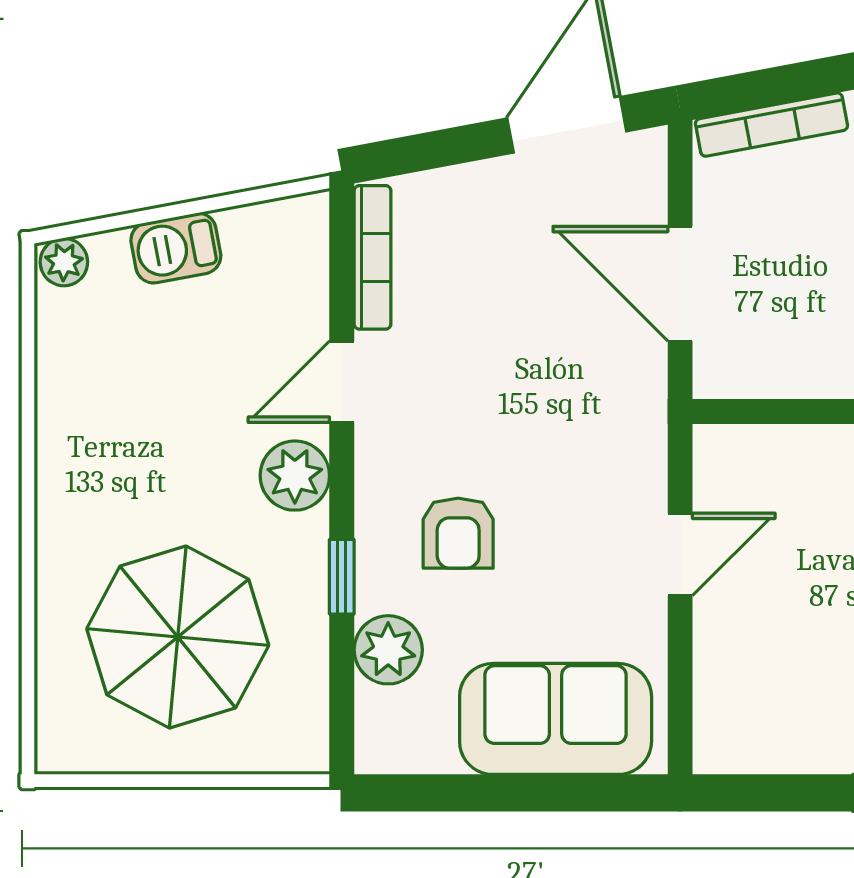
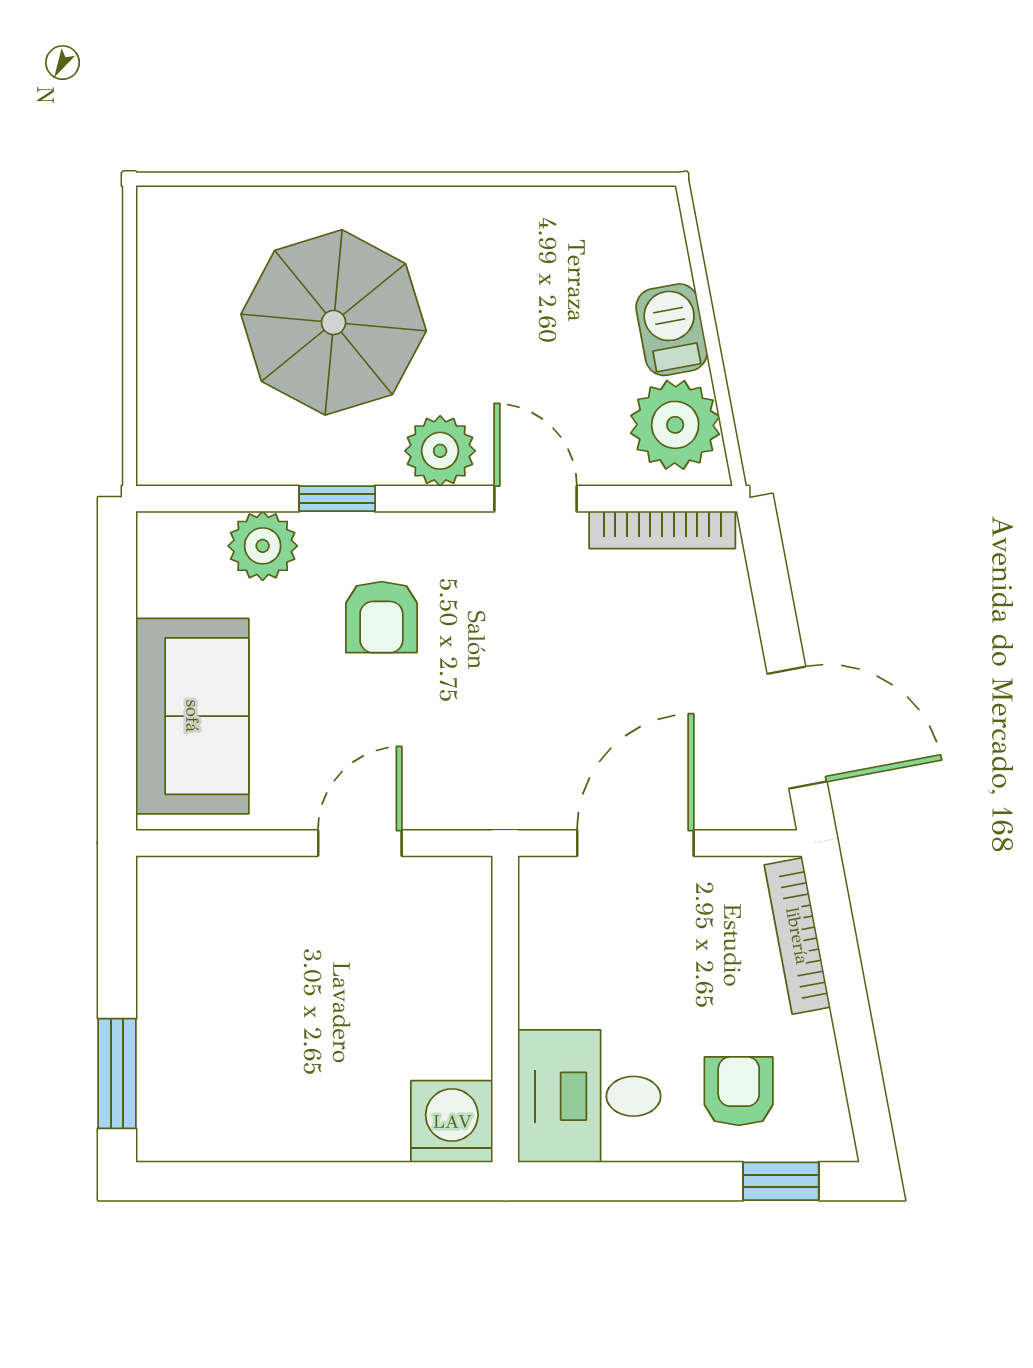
plant: (64, 262) -> (675, 425), moved, width x1.88, depth x1.88
armchair: (458, 533) -> (381, 617), turned -90
door: (680, 554) -> (360, 843), swing flipped
parasol: (178, 637) -> (334, 322), moved

